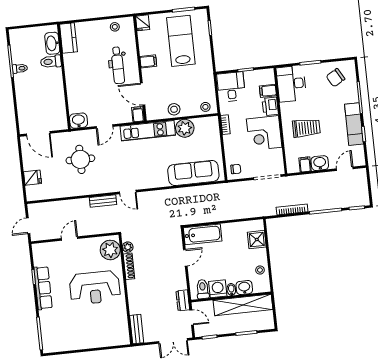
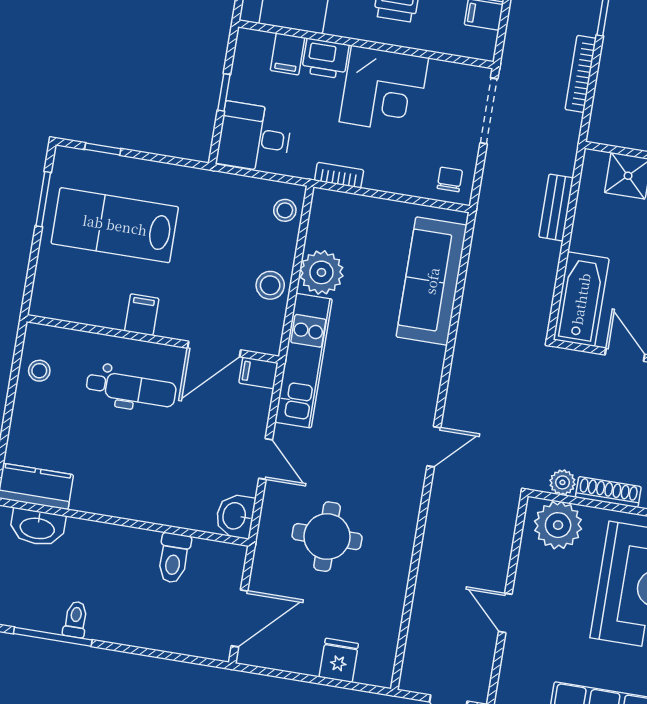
fridge: (143, 23) -> (48, 303), removed
toilet: (51, 62) -> (174, 558), moved
bench: (103, 201) -> (556, 207), moved

